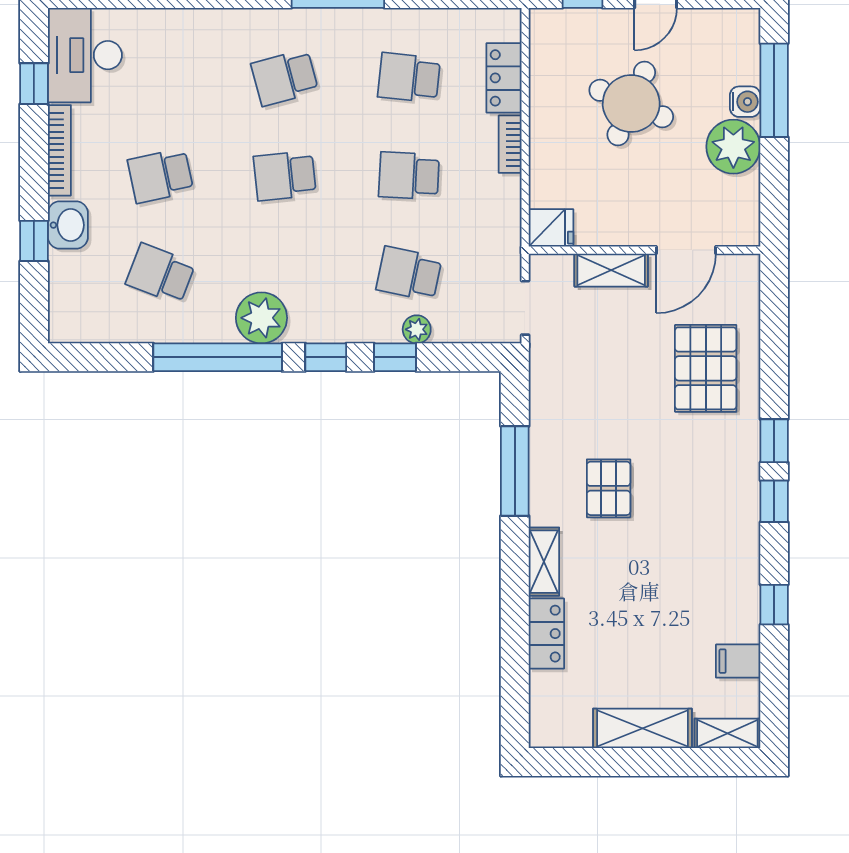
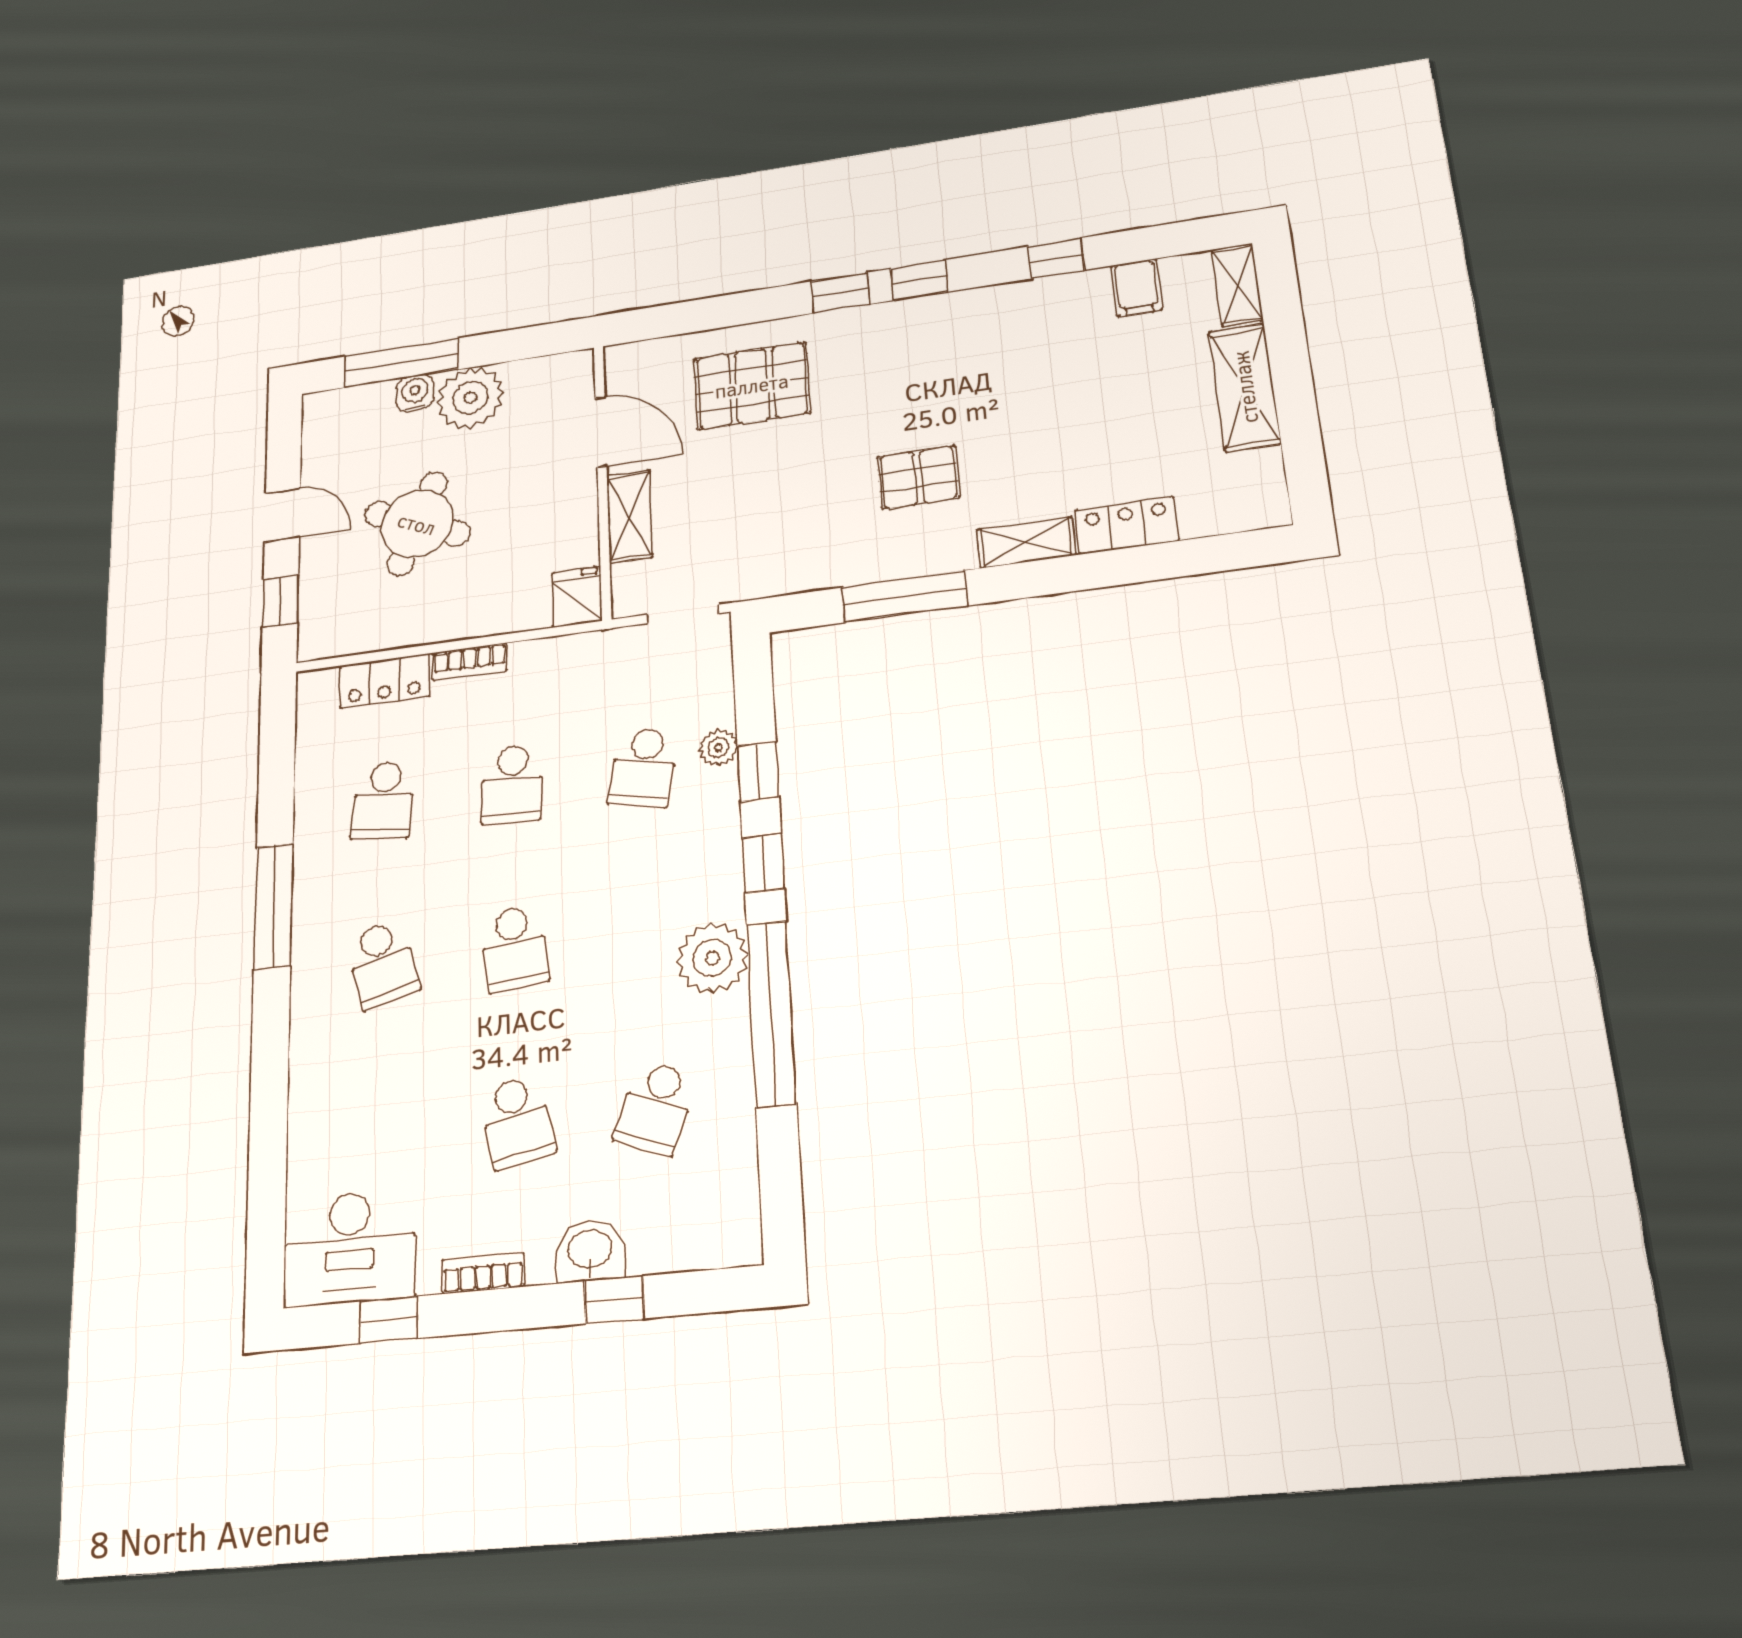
bookcase: (59, 150) -> (483, 1273), width x0.64

